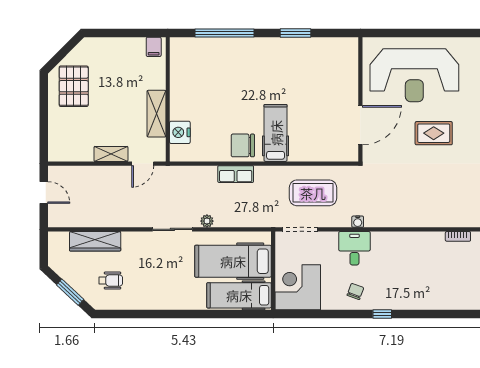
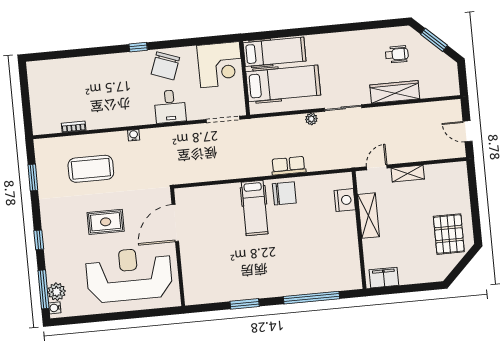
filing cabinet: (154, 47) -> (384, 278), width x2.00
coffee table: (313, 193) -> (91, 169), moved
water cooler: (358, 222) -> (134, 135), moved
wardrobe: (95, 241) -> (395, 92), moved
wheelchair: (111, 281) -> (397, 54), turned 180
chair: (355, 291) -> (165, 66), width x1.87, depth x1.87

